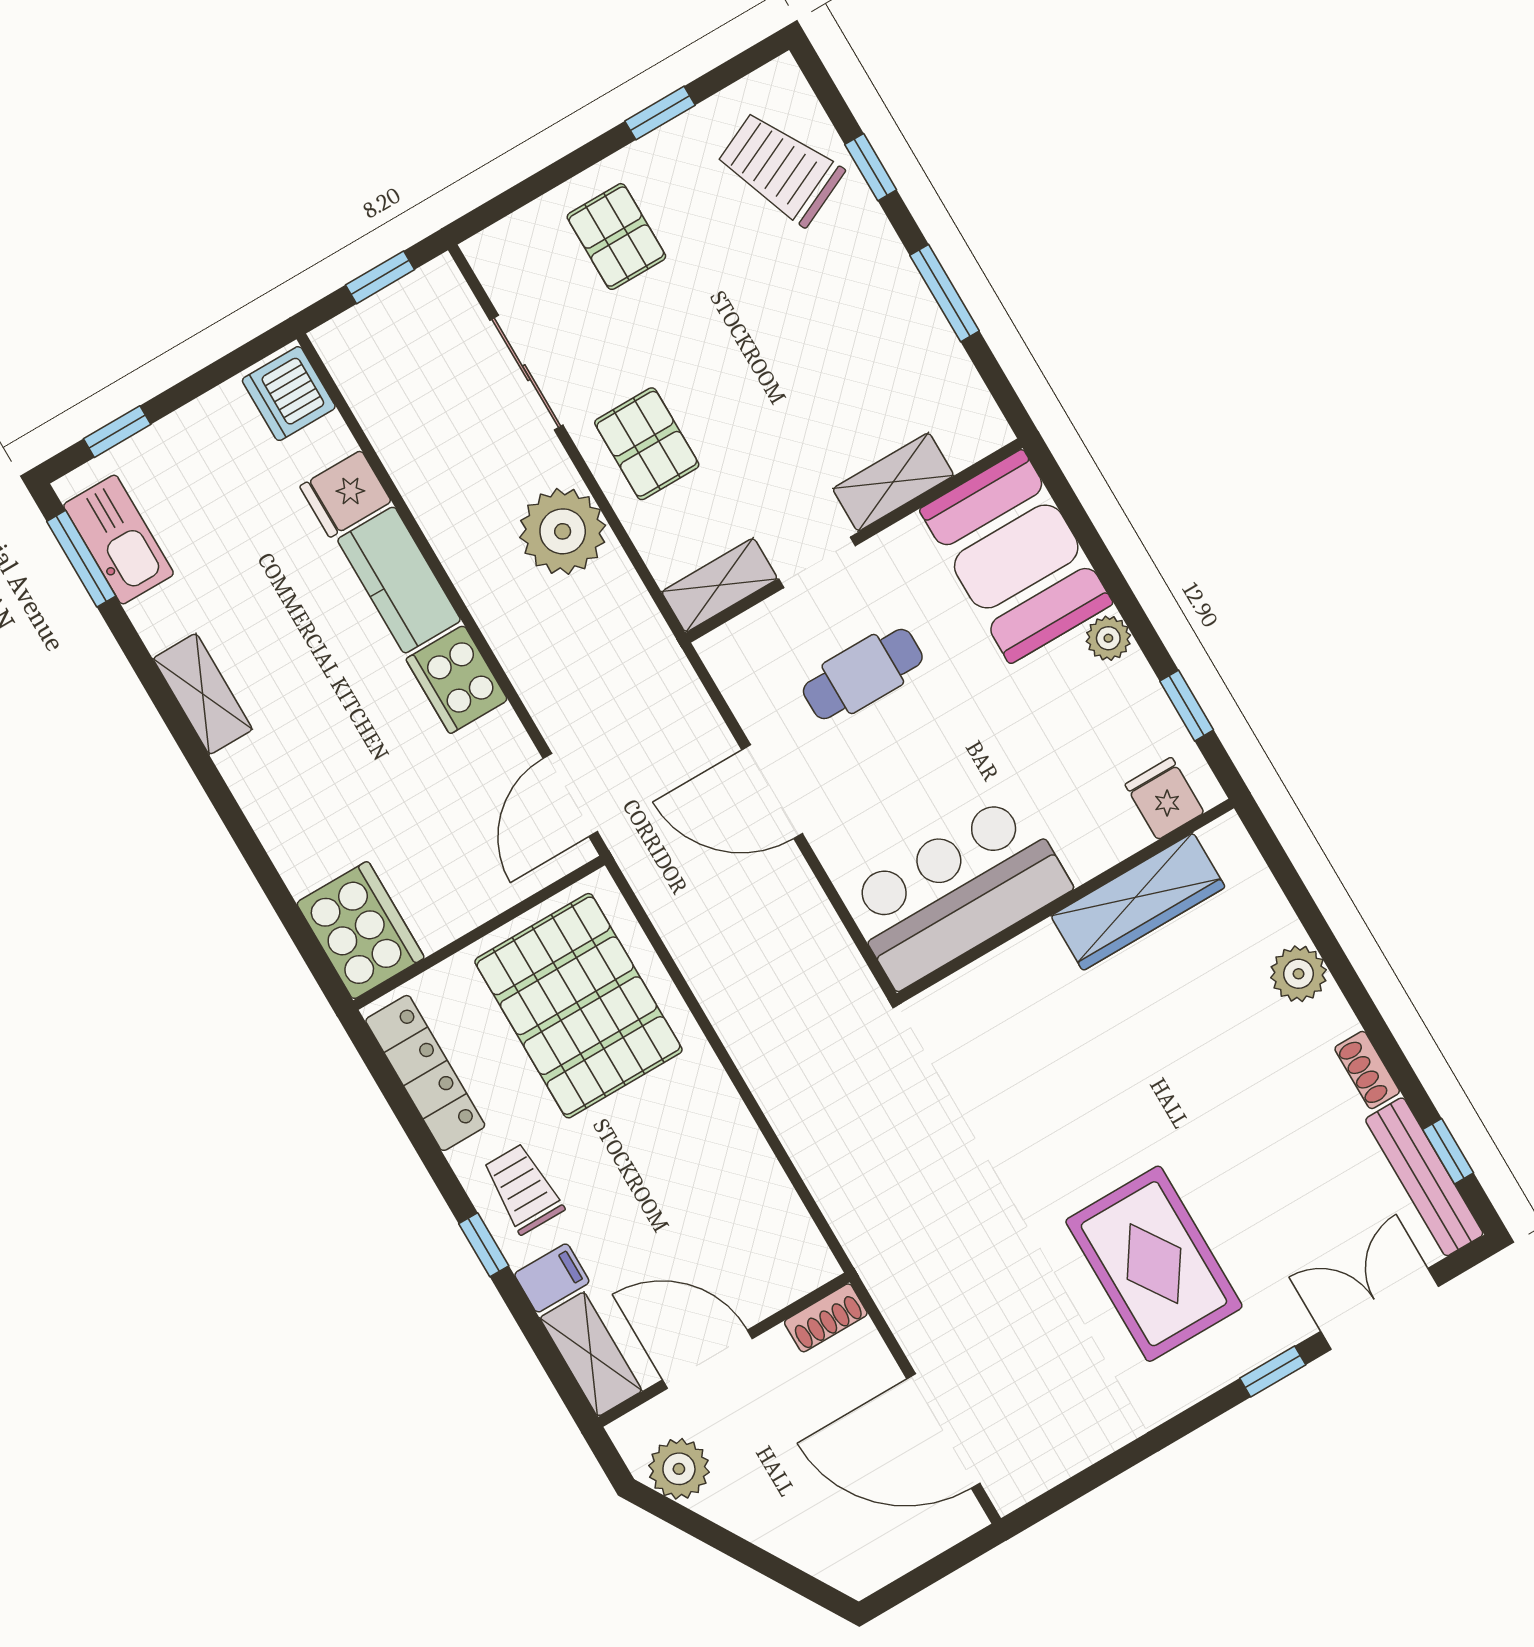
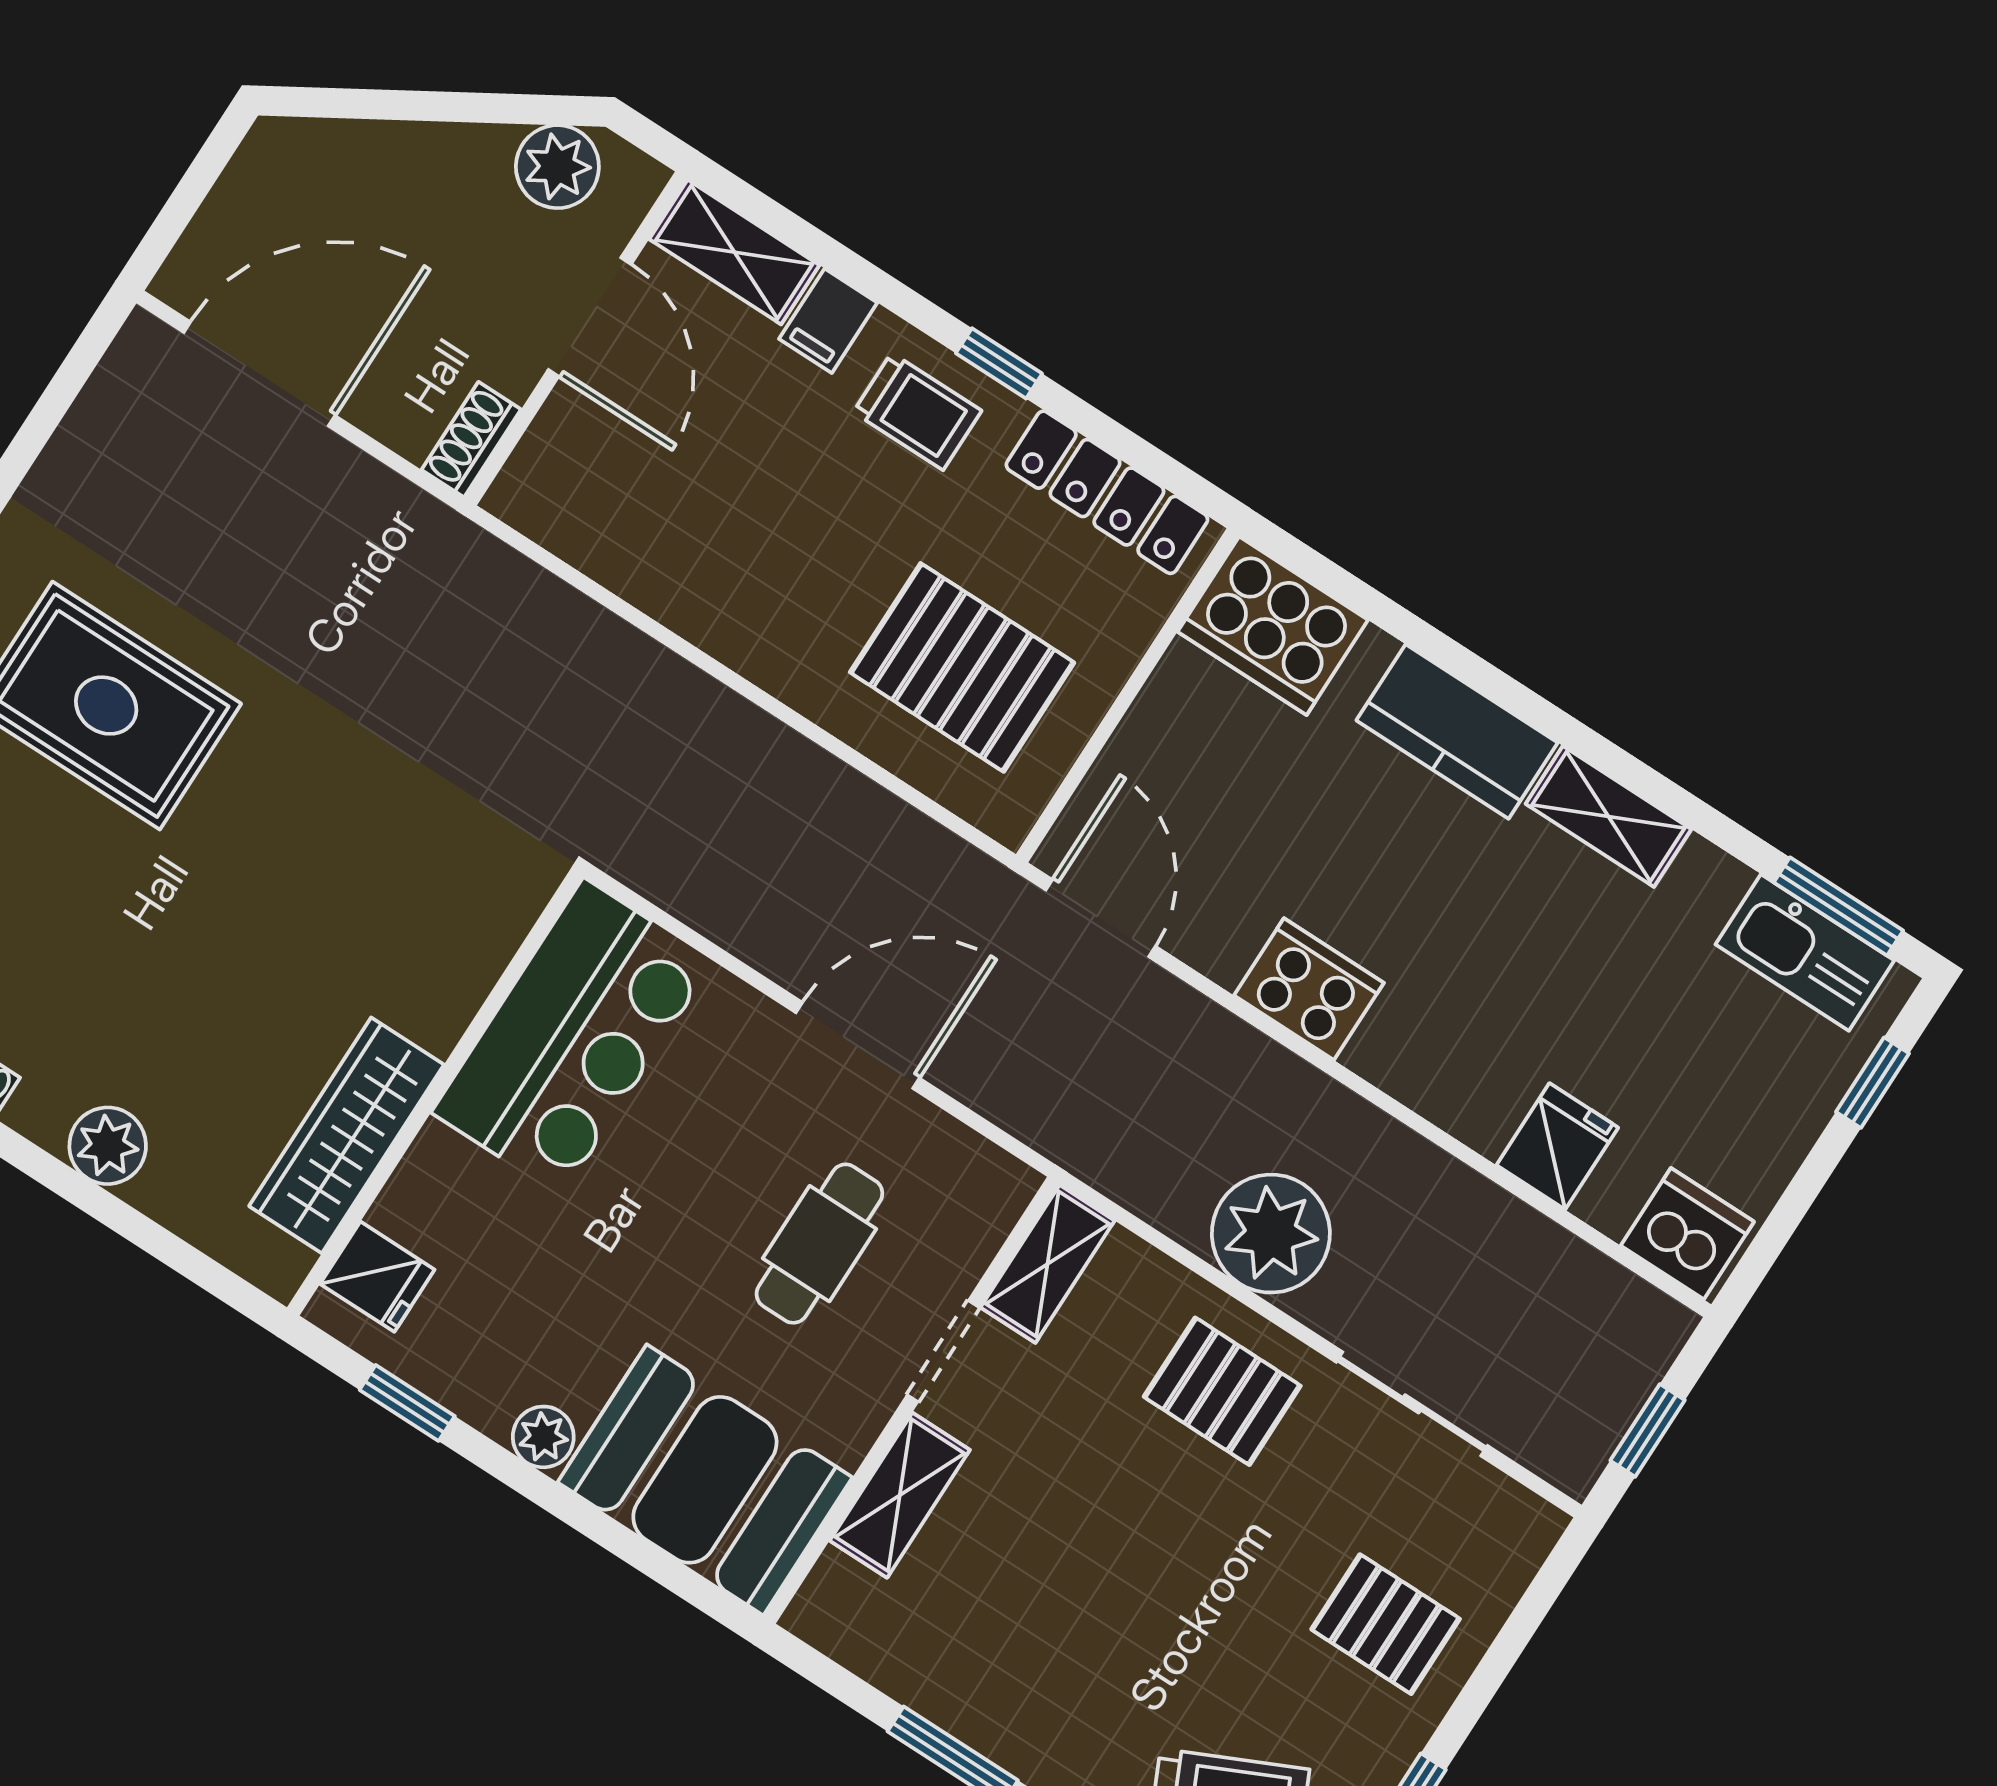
kitchen counter: (399, 580) -> (1457, 732), moved, turned 180
pallet: (578, 1006) -> (962, 667), width x0.73, depth x0.71
window: (484, 1245) -> (999, 363), moved
door: (707, 1359) -> (590, 317), hinge flipped

